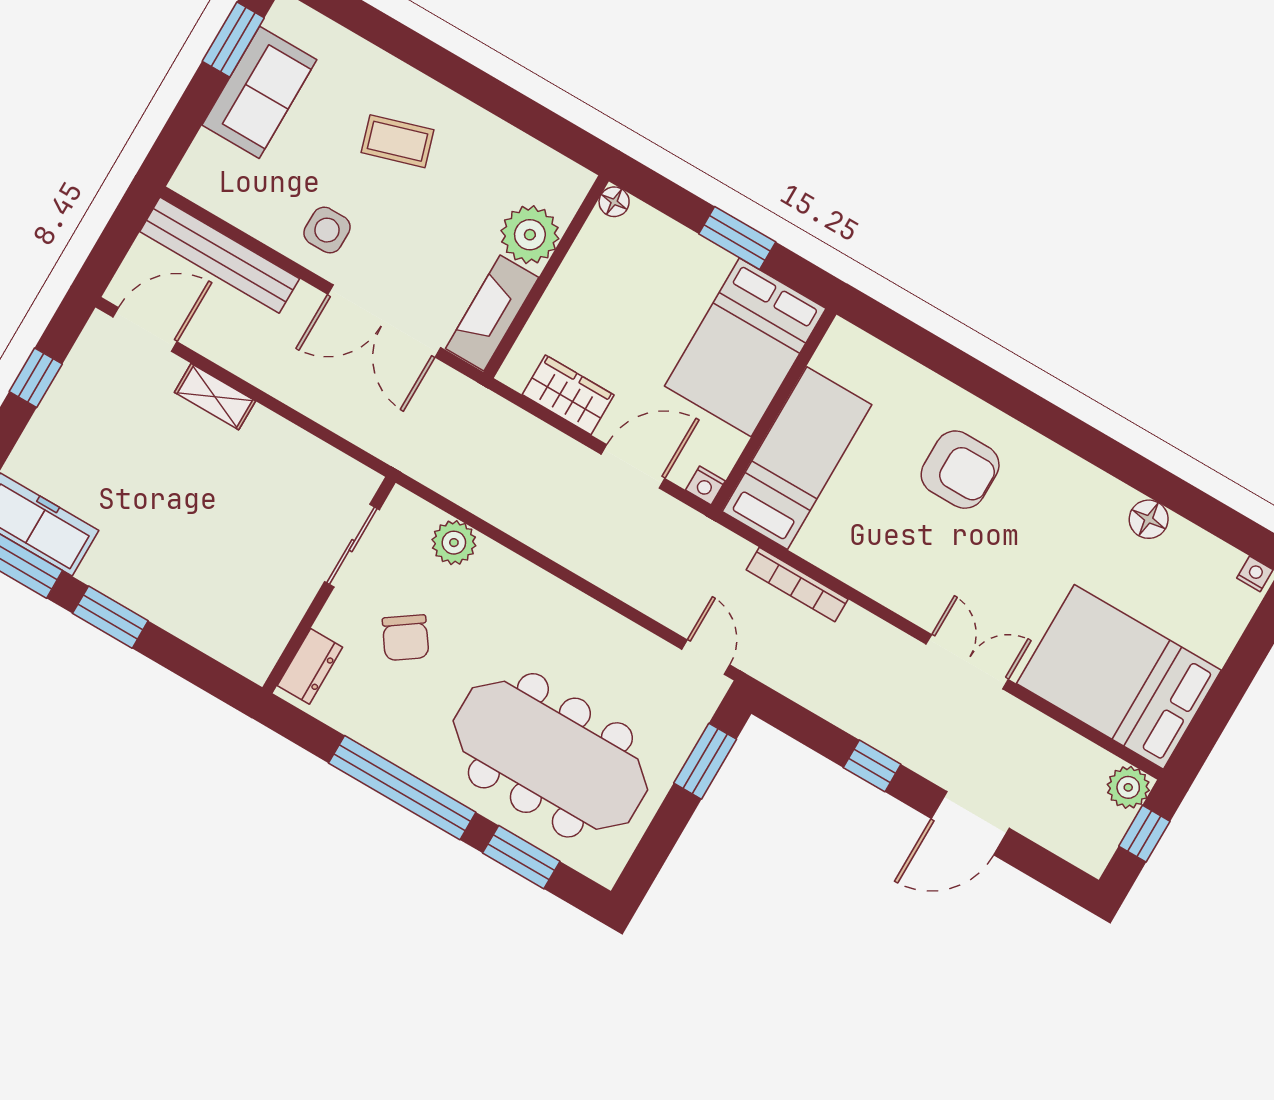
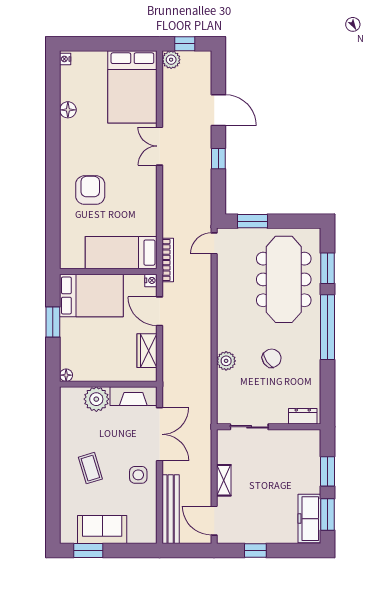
sliding door: (352, 546) -> (249, 427), moved
wall: (329, 585) -> (269, 427), moved
bookcase: (797, 585) -> (168, 260), moved
dresser: (310, 666) -> (303, 416), moved

